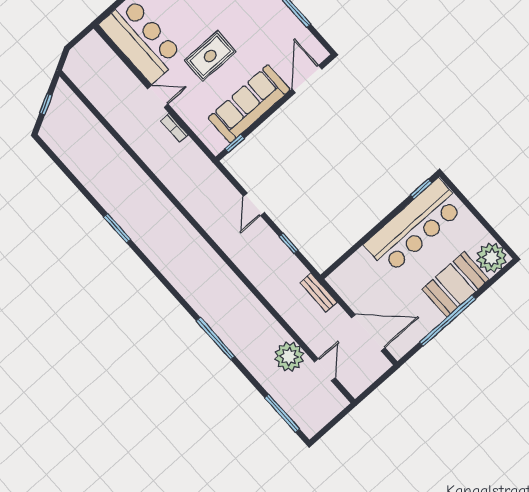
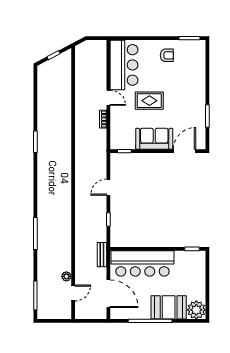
sofa: (249, 104) -> (154, 139), width x0.73
bar counter: (414, 226) -> (142, 264), moved
plant: (289, 356) -> (66, 276), width x0.53, depth x0.53

